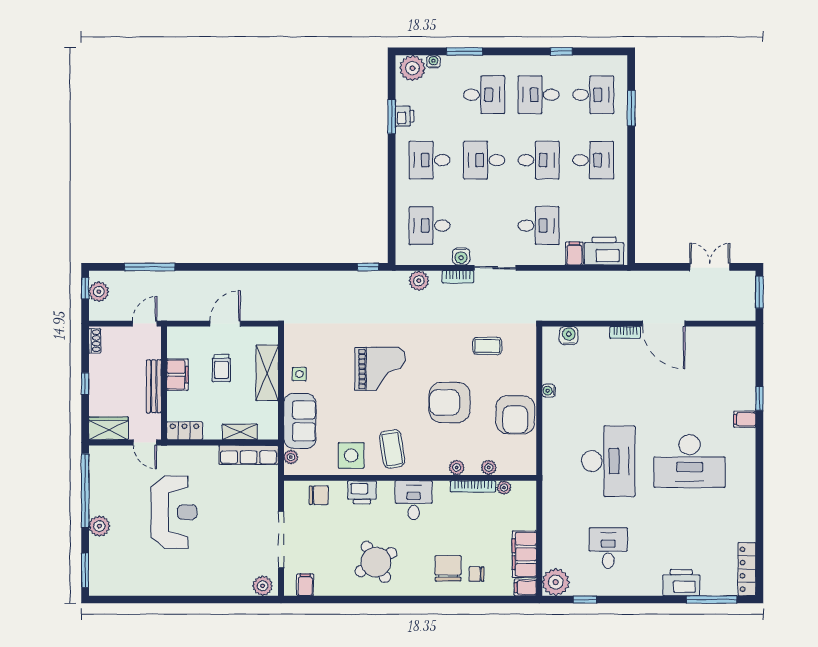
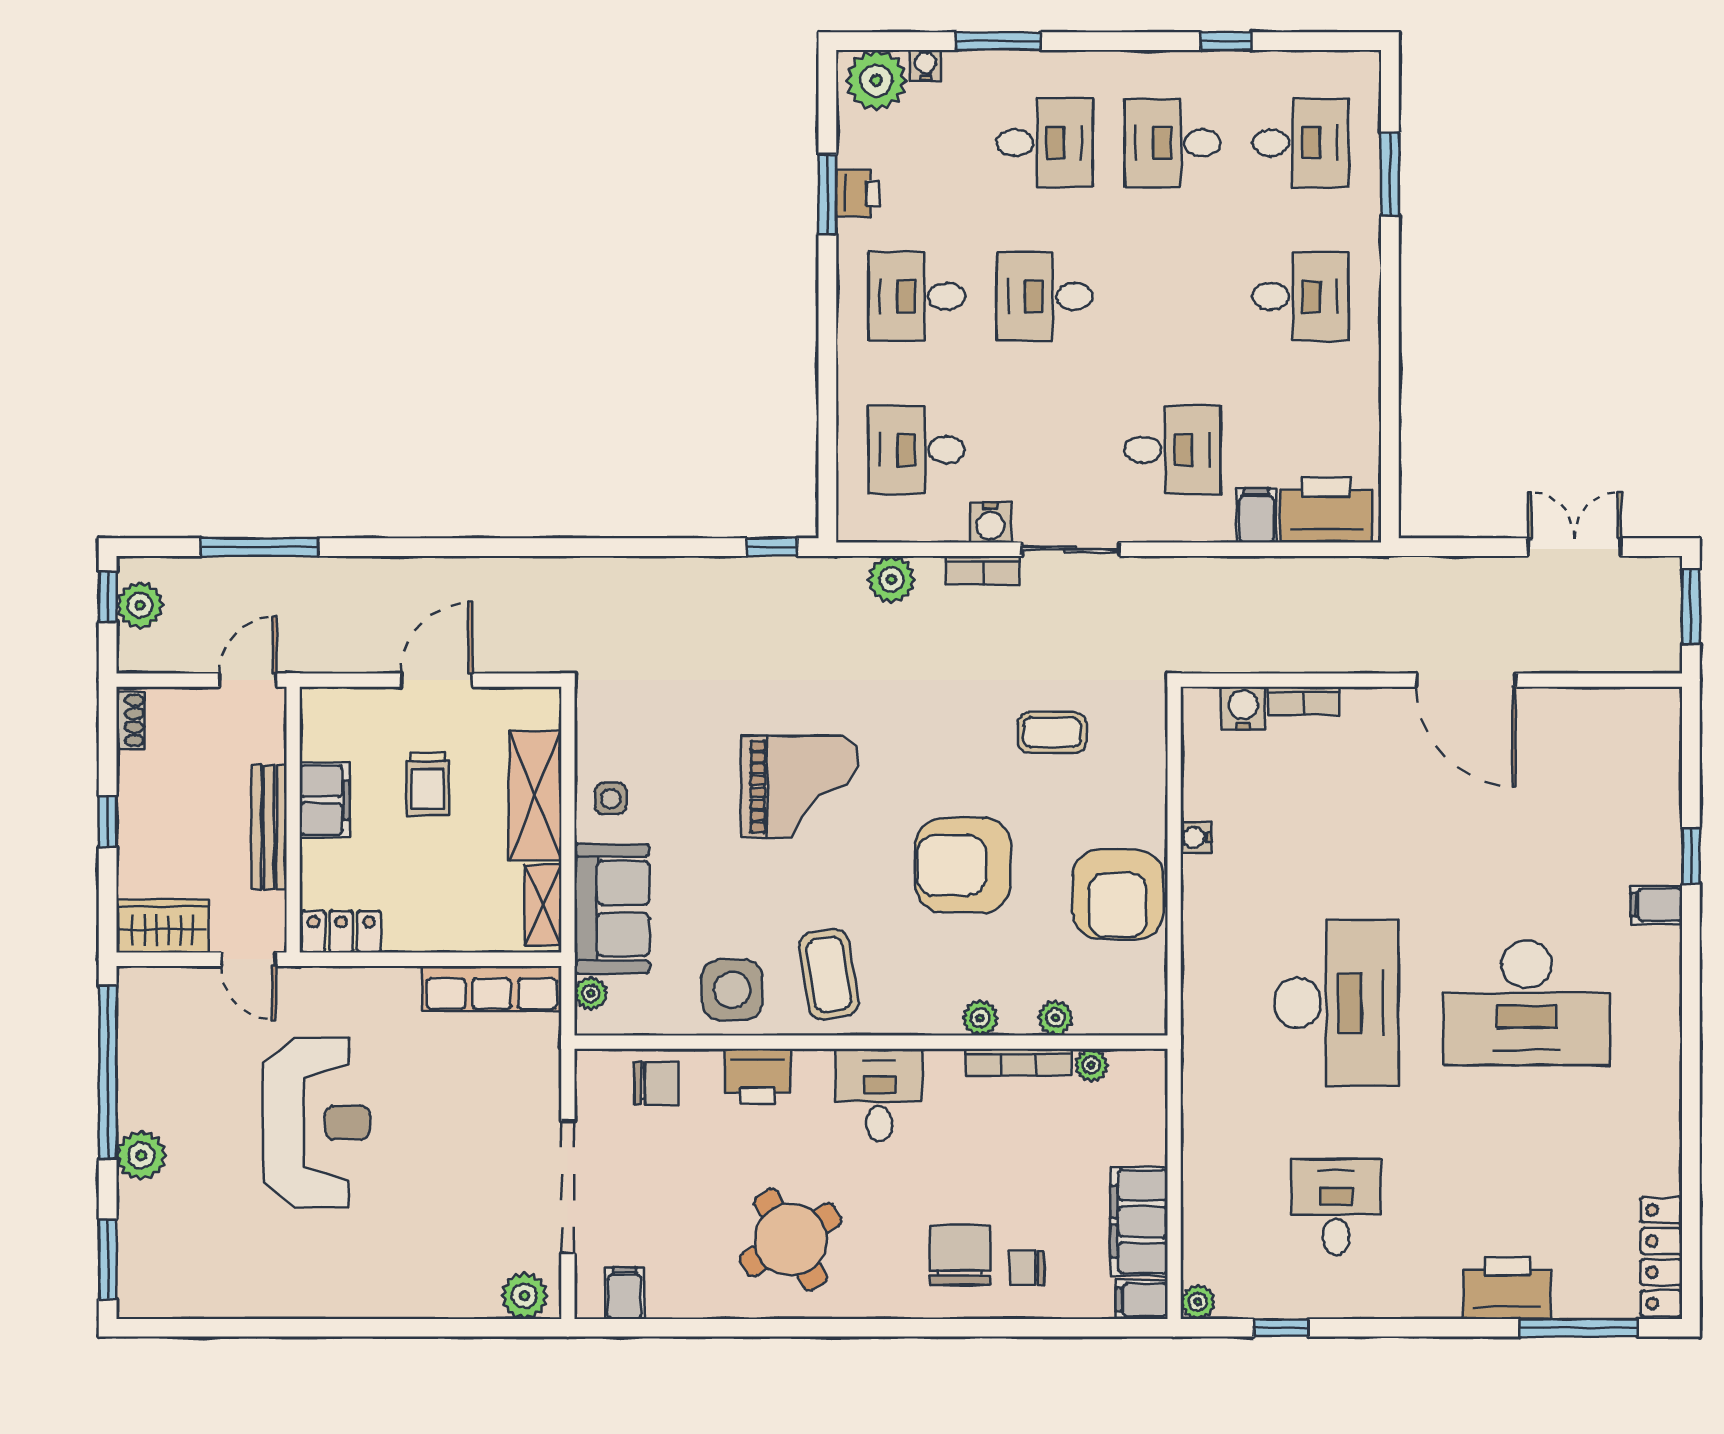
desk: (539, 160) -> (1173, 296), removed
bookcase: (625, 332) -> (1304, 701), moved
shelving: (240, 432) -> (543, 905), moved, turned 90
plant: (556, 582) -> (1198, 1302), width x0.53, depth x0.53

